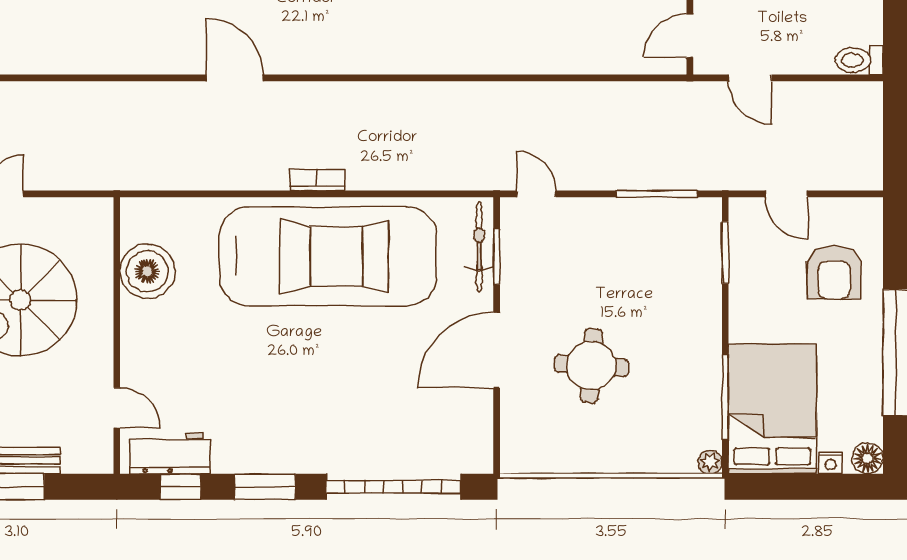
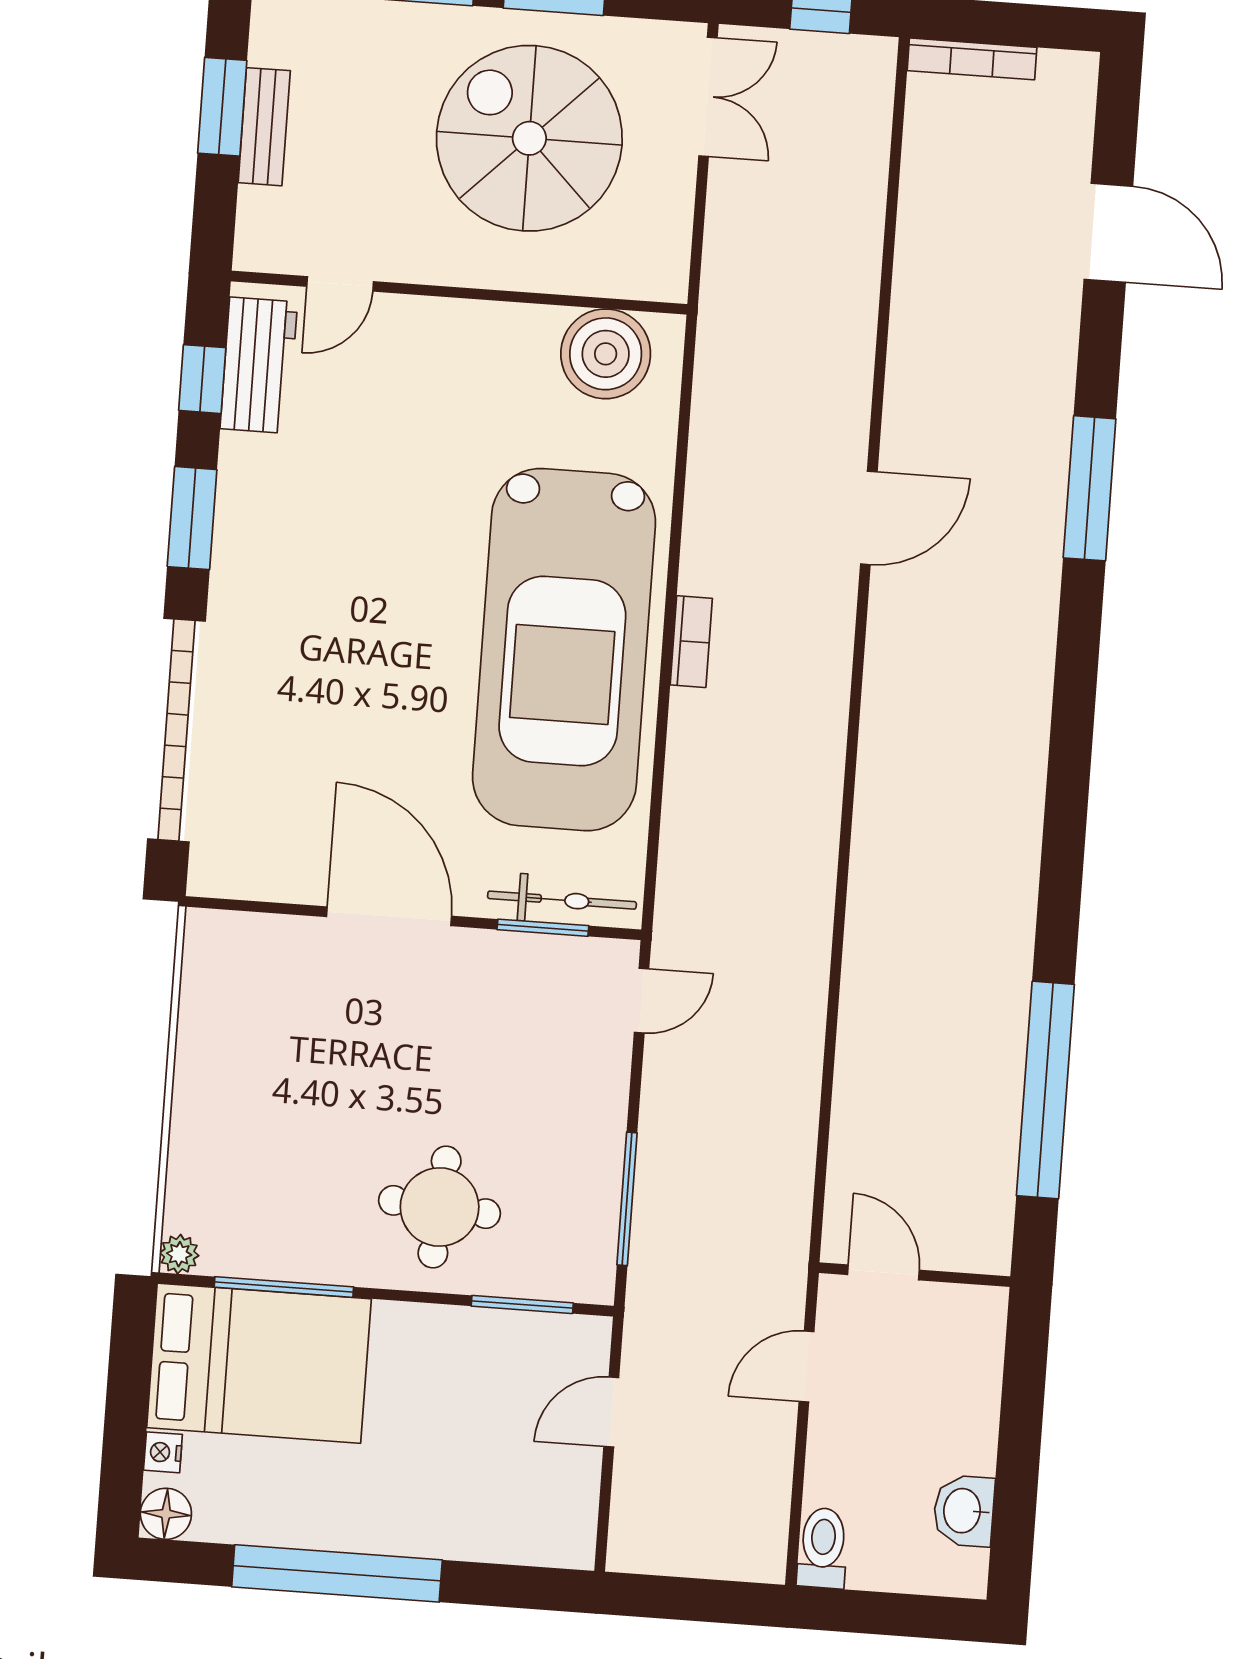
boiler: (147, 271) -> (606, 354), moved
armchair: (834, 272) -> (476, 1481), removed
round table: (591, 366) -> (440, 1207), moved

